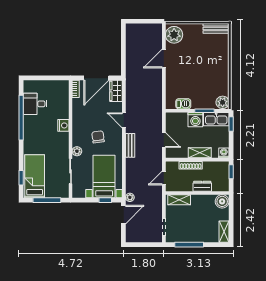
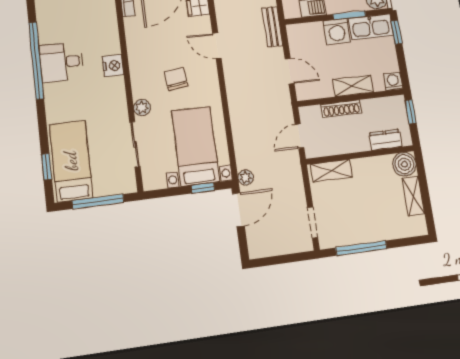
desk: (35, 104) -> (62, 62), moved
bench: (130, 145) -> (272, 27), moved
dresser: (202, 186) -> (385, 140), moved
shelving: (224, 232) -> (413, 196), moved

